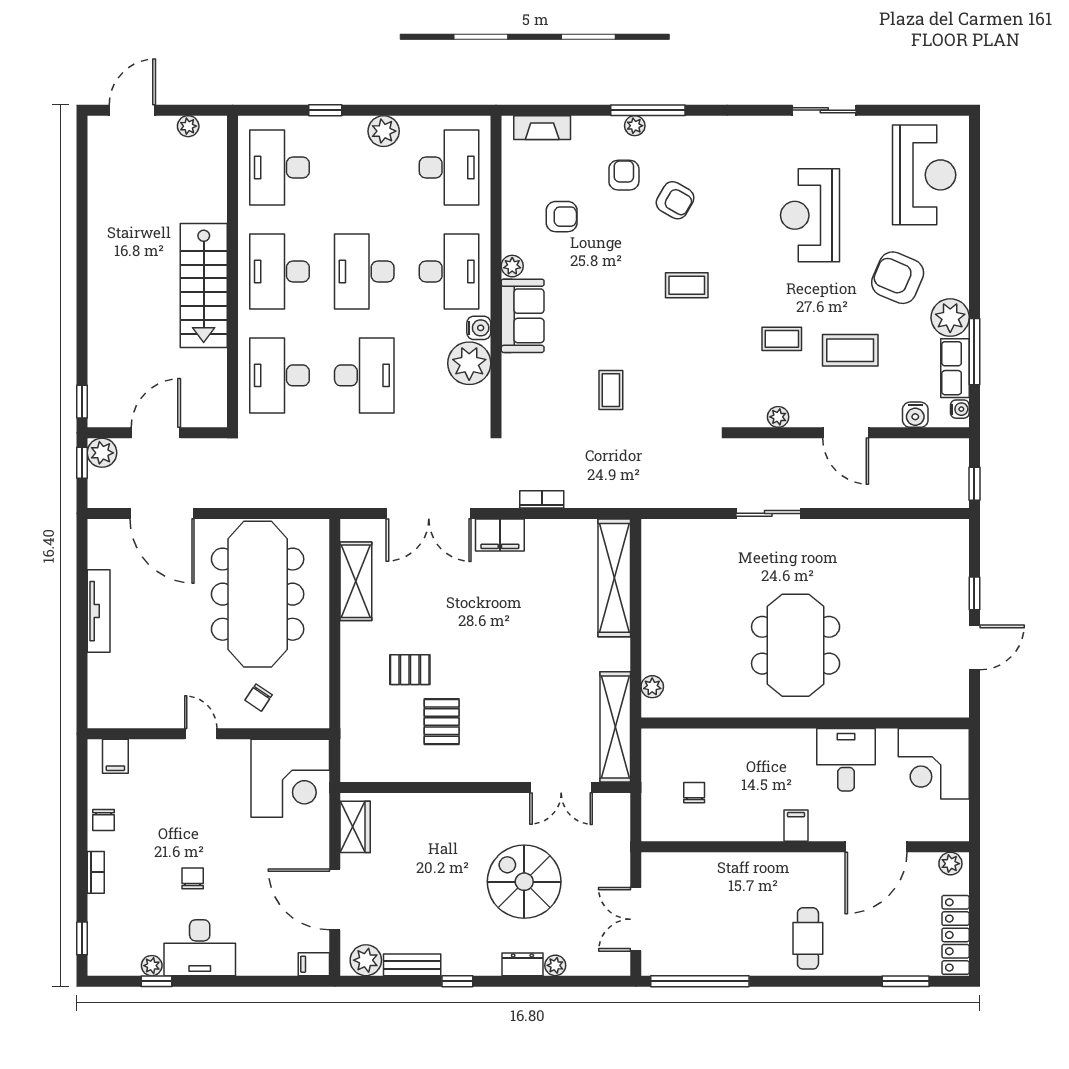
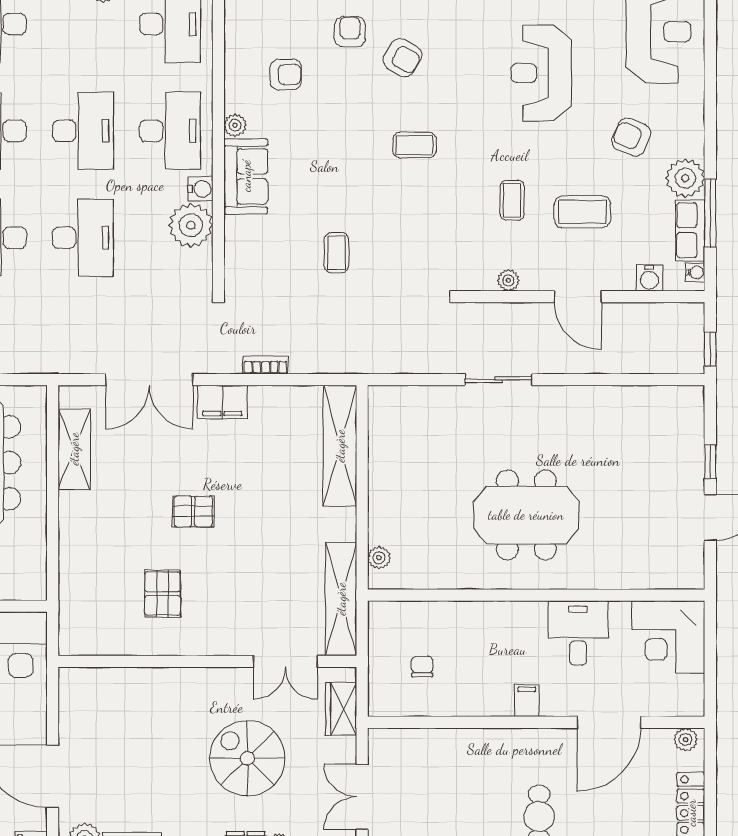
desk: (364, 271) -> (83, 131), turned 180
armchair: (898, 278) -> (631, 137), width x0.72, depth x0.72
coffee table: (782, 339) -> (512, 200), turned 90
meeting table: (796, 645) -> (526, 515), turned 90
pallet: (410, 670) -> (193, 511), moved
wardrobe: (355, 827) -> (341, 709), moved, turned 180

